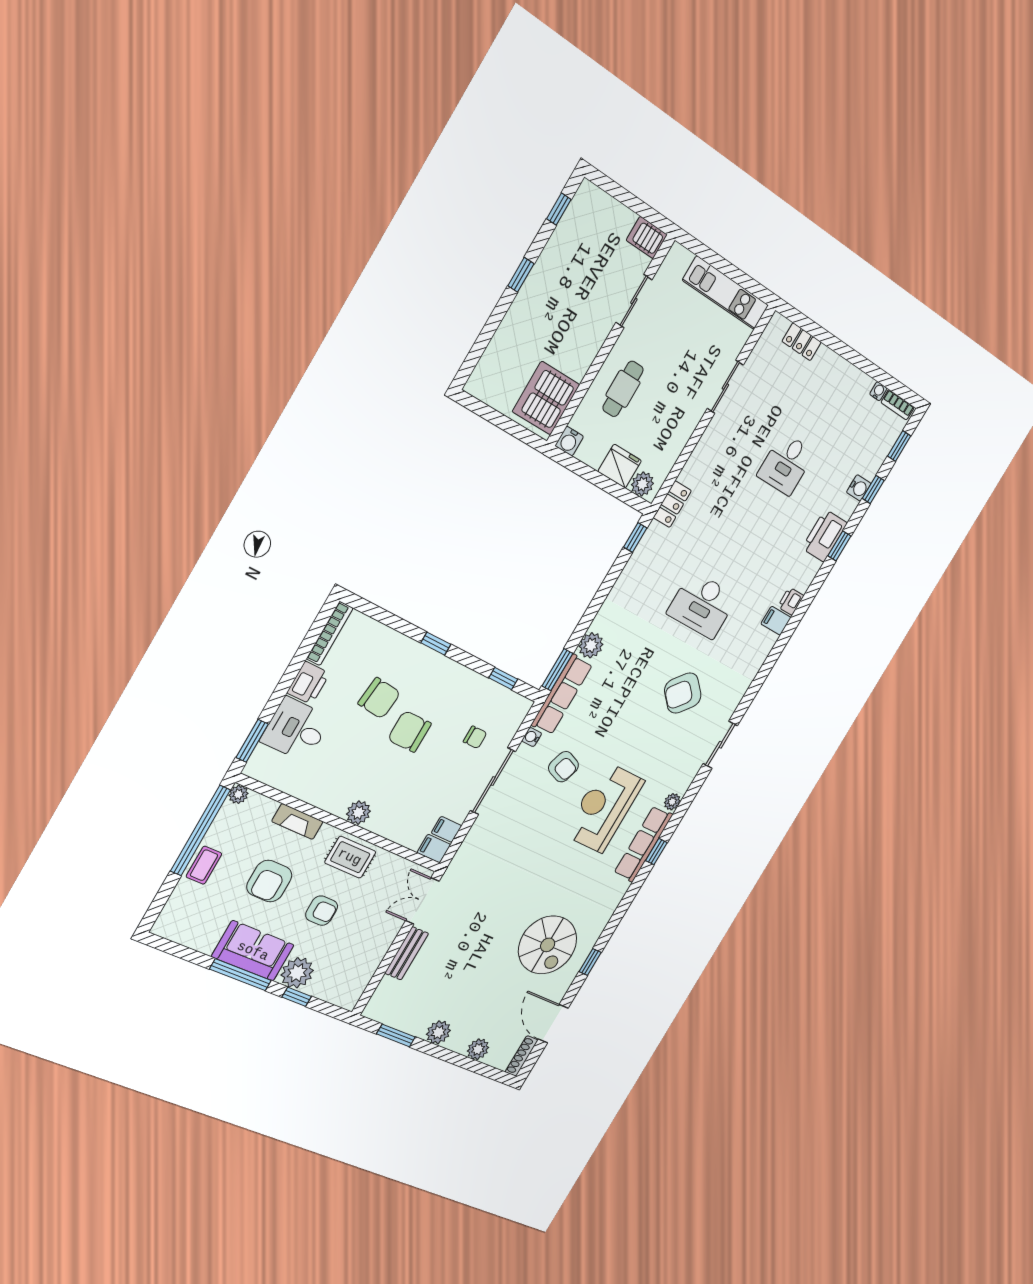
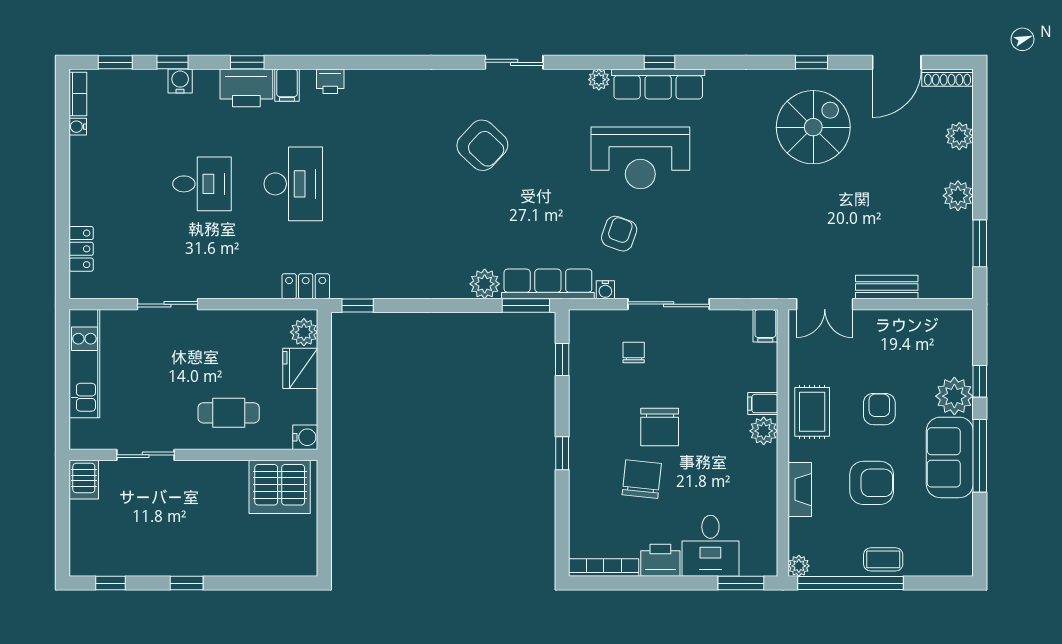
desk: (702, 605) -> (293, 184), moved
filing cabinet: (776, 621) -> (287, 85), moved
filing cabinet: (446, 829) -> (763, 404), moved, turned 90

